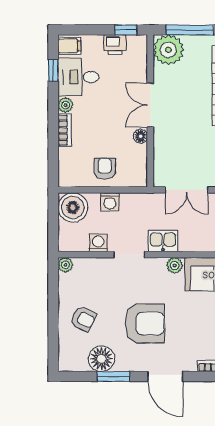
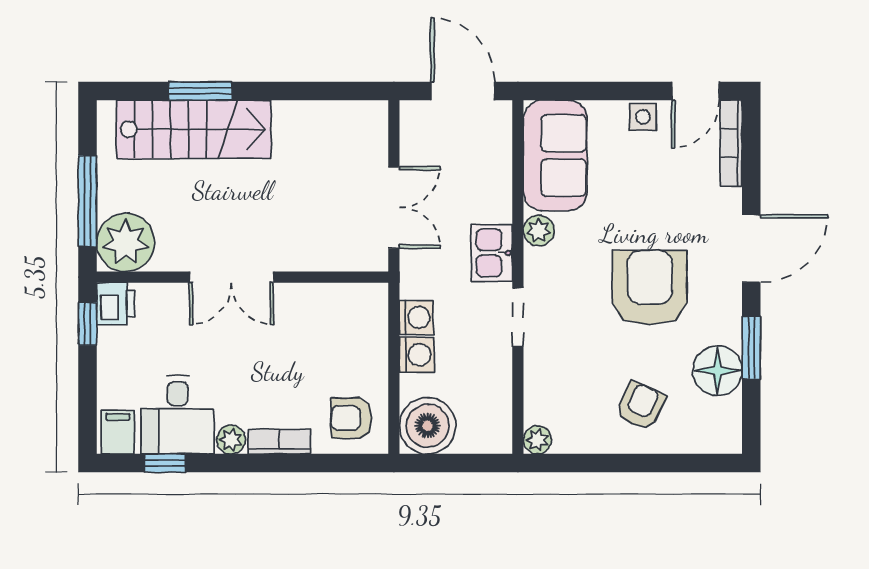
printer: (115, 45) -> (116, 304), moved
floor lamp: (140, 136) -> (291, 296), removed
armchair: (105, 169) -> (352, 418), moved
washing machine: (98, 243) -> (416, 317), moved, turned 180

